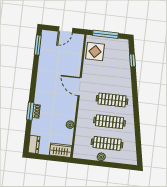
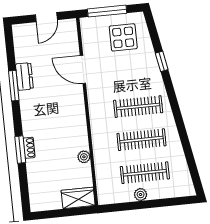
window: (38, 45) -> (14, 86), moved
display table: (95, 52) -> (123, 37), moved
window: (132, 60) -> (162, 61), moved
door: (80, 87) -> (83, 69), moved
dresser: (34, 145) -> (24, 76), moved

